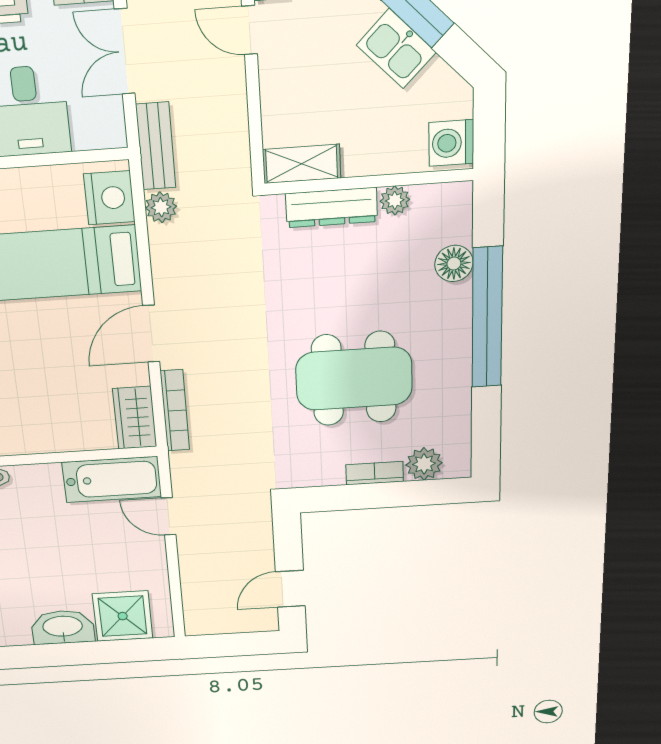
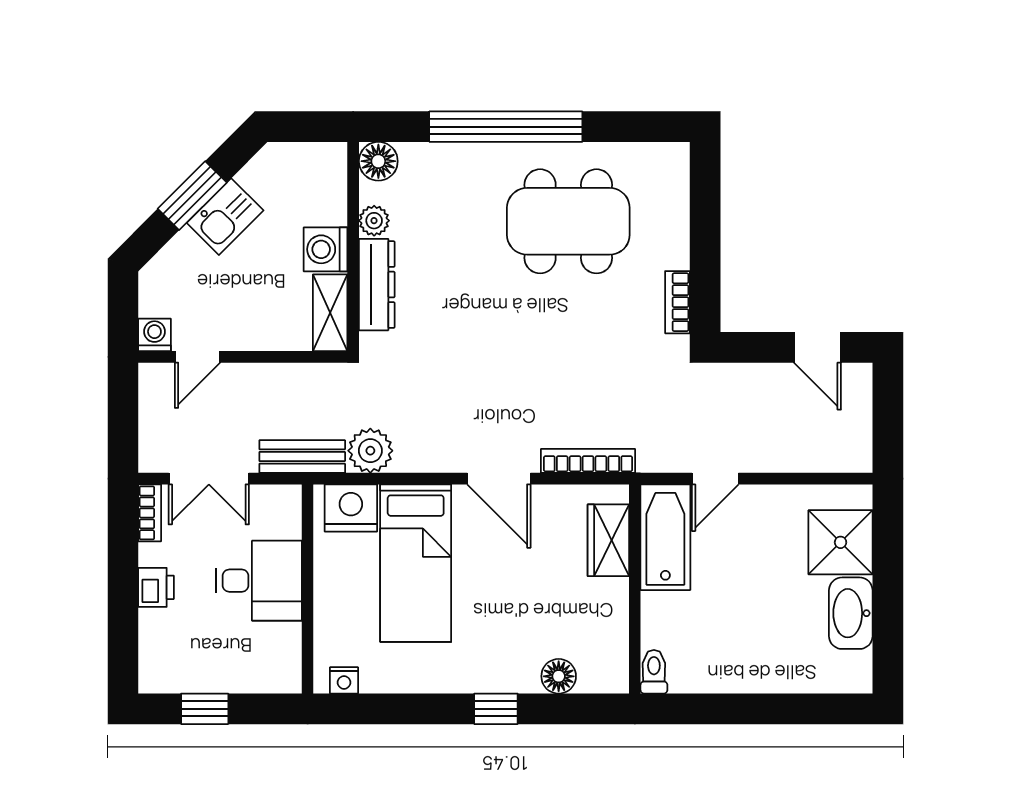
washing machine: (451, 143) -> (326, 249), moved, turned 90
plant: (161, 207) -> (370, 451), width x1.38, depth x1.38
floor lamp: (454, 263) -> (378, 161), moved
dining table: (354, 379) -> (568, 221), moved, turned 90
wardrobe: (135, 418) -> (608, 540), moved, turned 90
plant: (424, 464) -> (670, 194), removed
bookcase: (375, 473) -> (678, 302), moved

